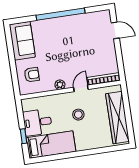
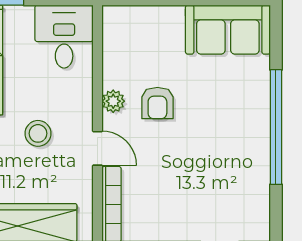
armchair: (32, 75) -> (157, 103), moved
desk: (38, 122) -> (64, 37), moved

